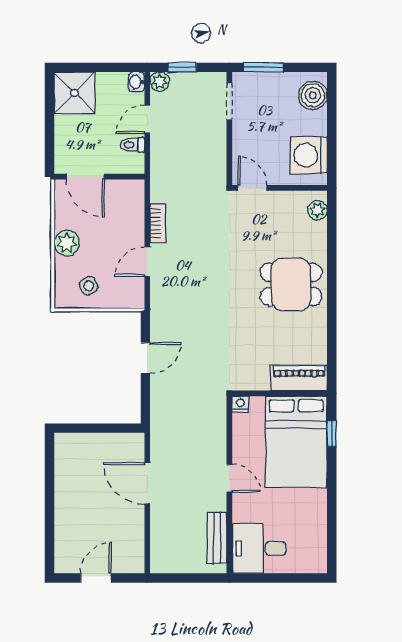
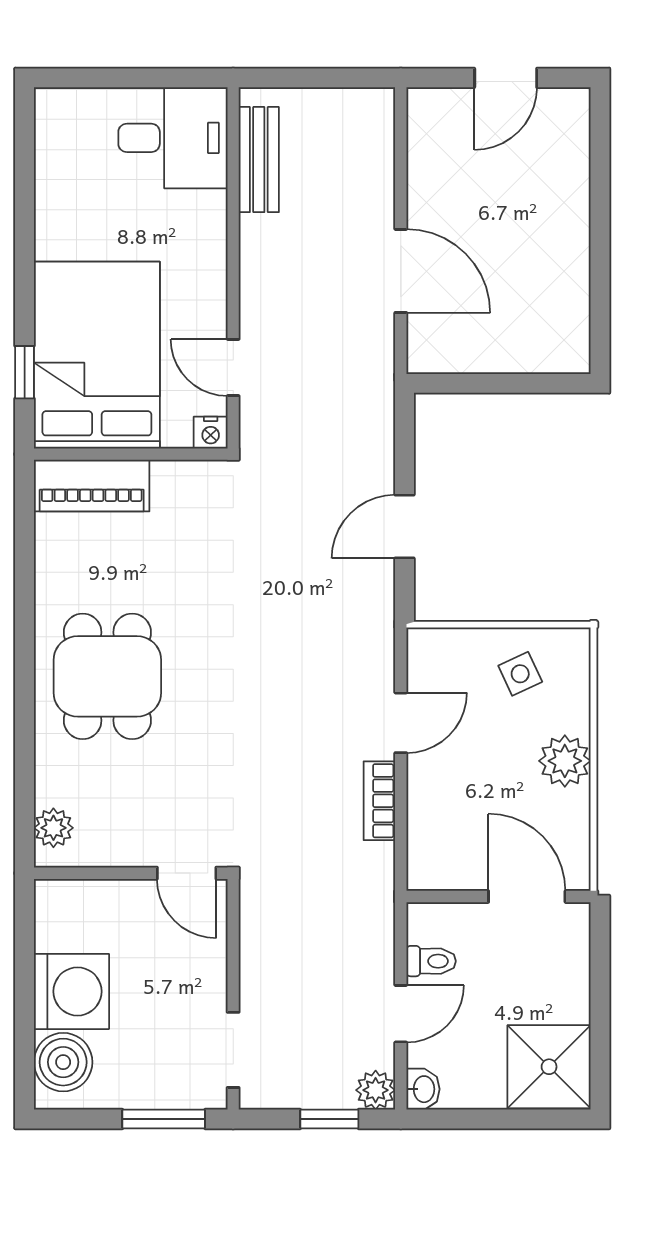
washing machine: (309, 155) -> (71, 991), moved
dining table: (291, 284) -> (107, 676), turned 90
door: (229, 478) -> (233, 368), moved

